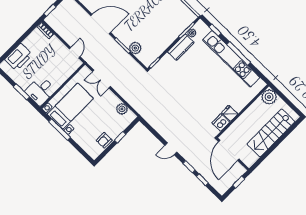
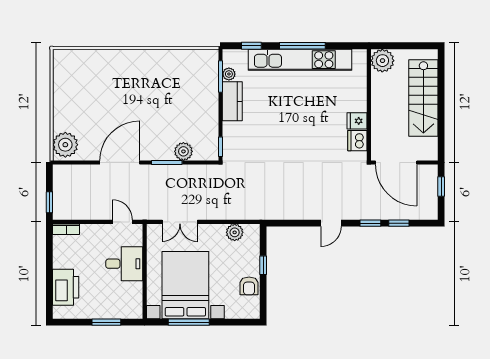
desk: (40, 91) -> (124, 264), moved, turned -90
bed with nightstands: (70, 106) -> (185, 285), width x1.36

